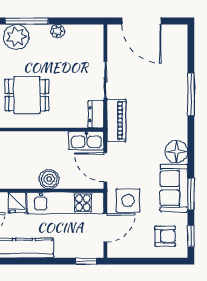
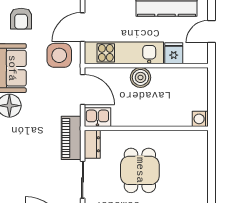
dining table: (27, 95) -> (140, 170), moved, turned 90
kitchen sink: (86, 140) -> (97, 117), width x0.73
armchair: (165, 236) -> (21, 19), turned -90

